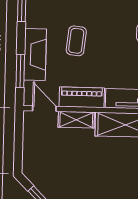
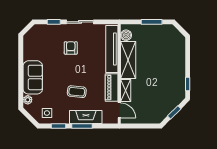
window: (20, 71) -> (82, 126), moved
door: (44, 109) -> (119, 110), swing flipped

